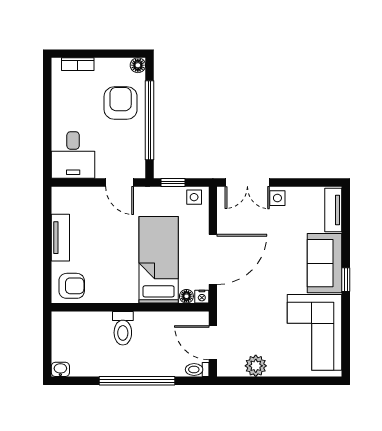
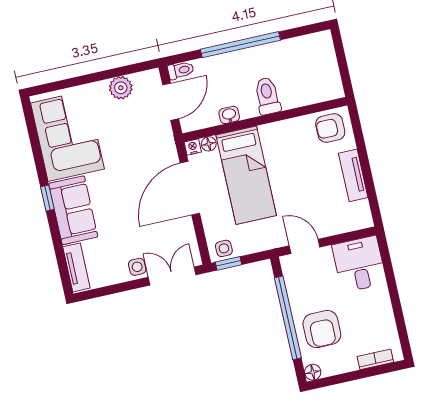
window: (173, 182) -> (229, 263), moved
door: (213, 343) -> (171, 102), hinge flipped
washbasin: (60, 369) -> (229, 115), moved, turned 180

